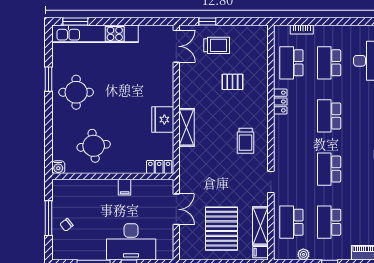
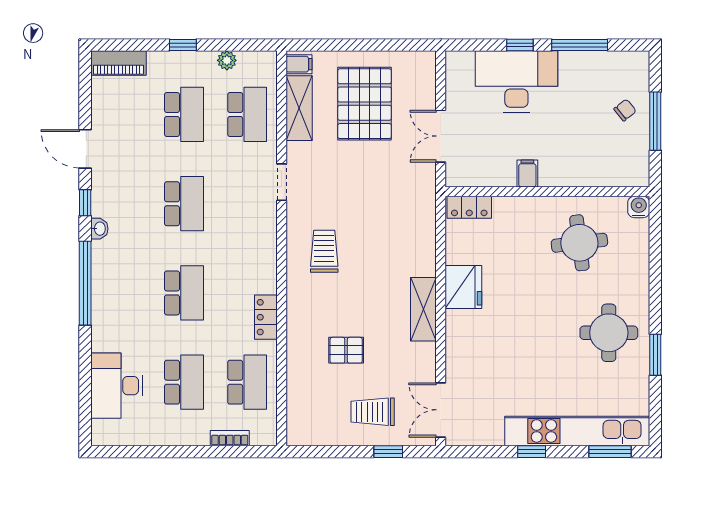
window: (122, 22) -> (532, 452), added
shelving: (187, 127) -> (423, 309), moved

